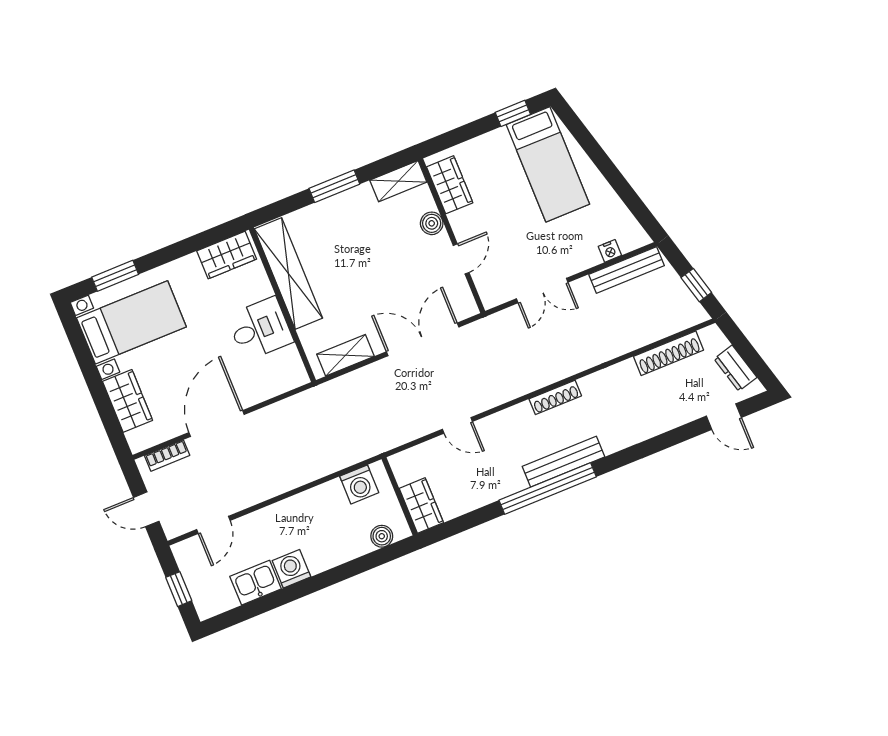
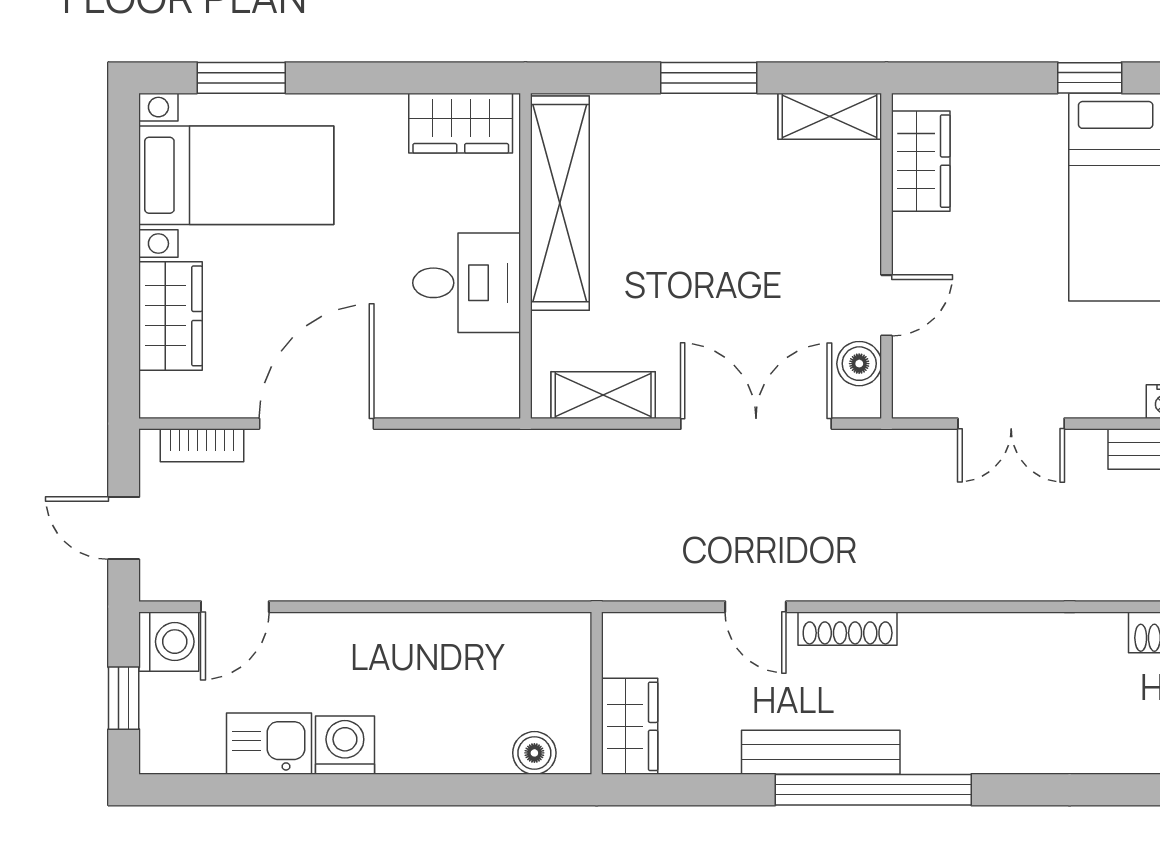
boiler: (432, 223) -> (859, 364), moved
shoe rack: (555, 397) -> (848, 629), moved
bench: (563, 462) -> (821, 752), moved
washing machine: (359, 484) -> (169, 642), moved, turned -90

